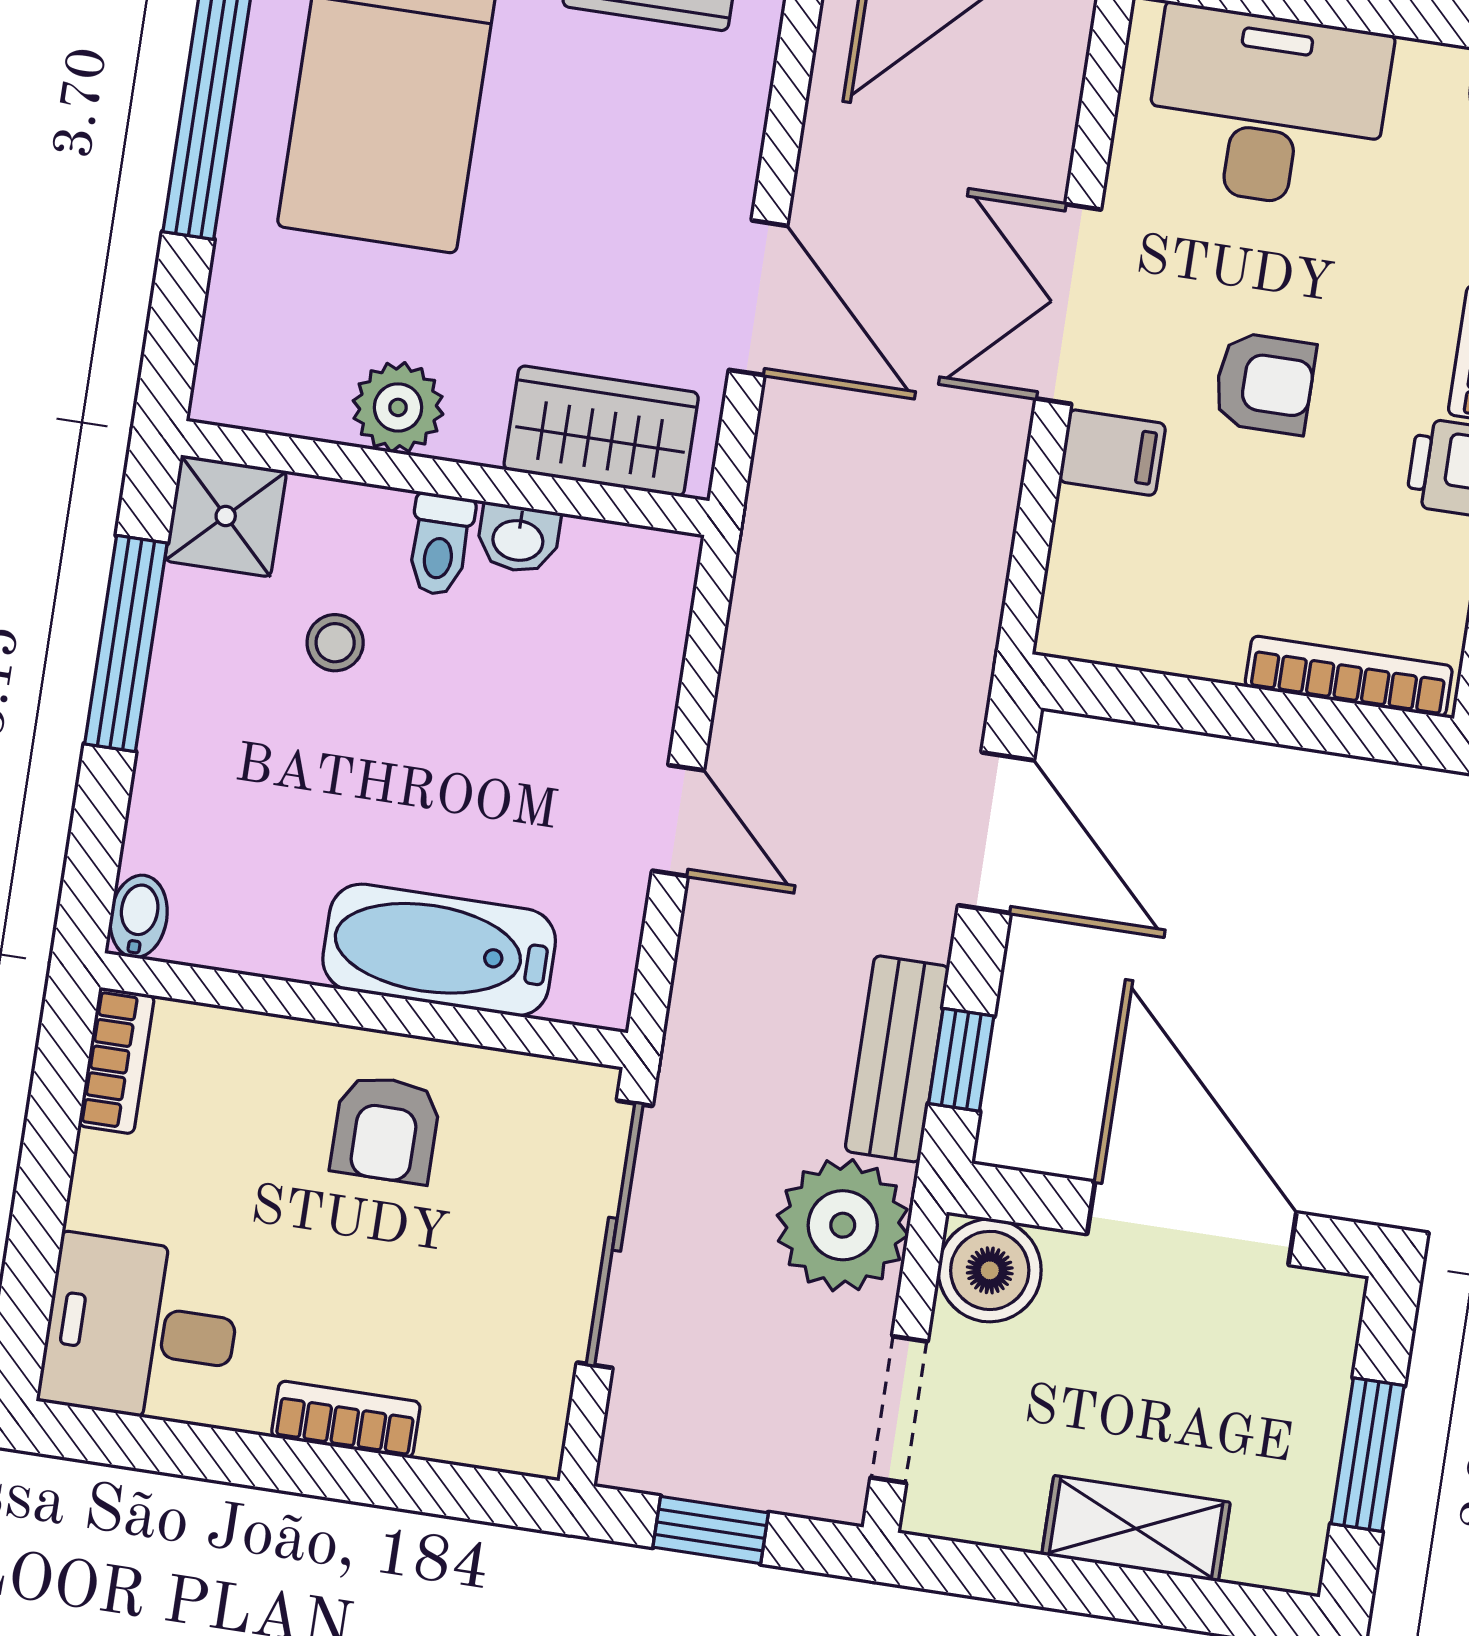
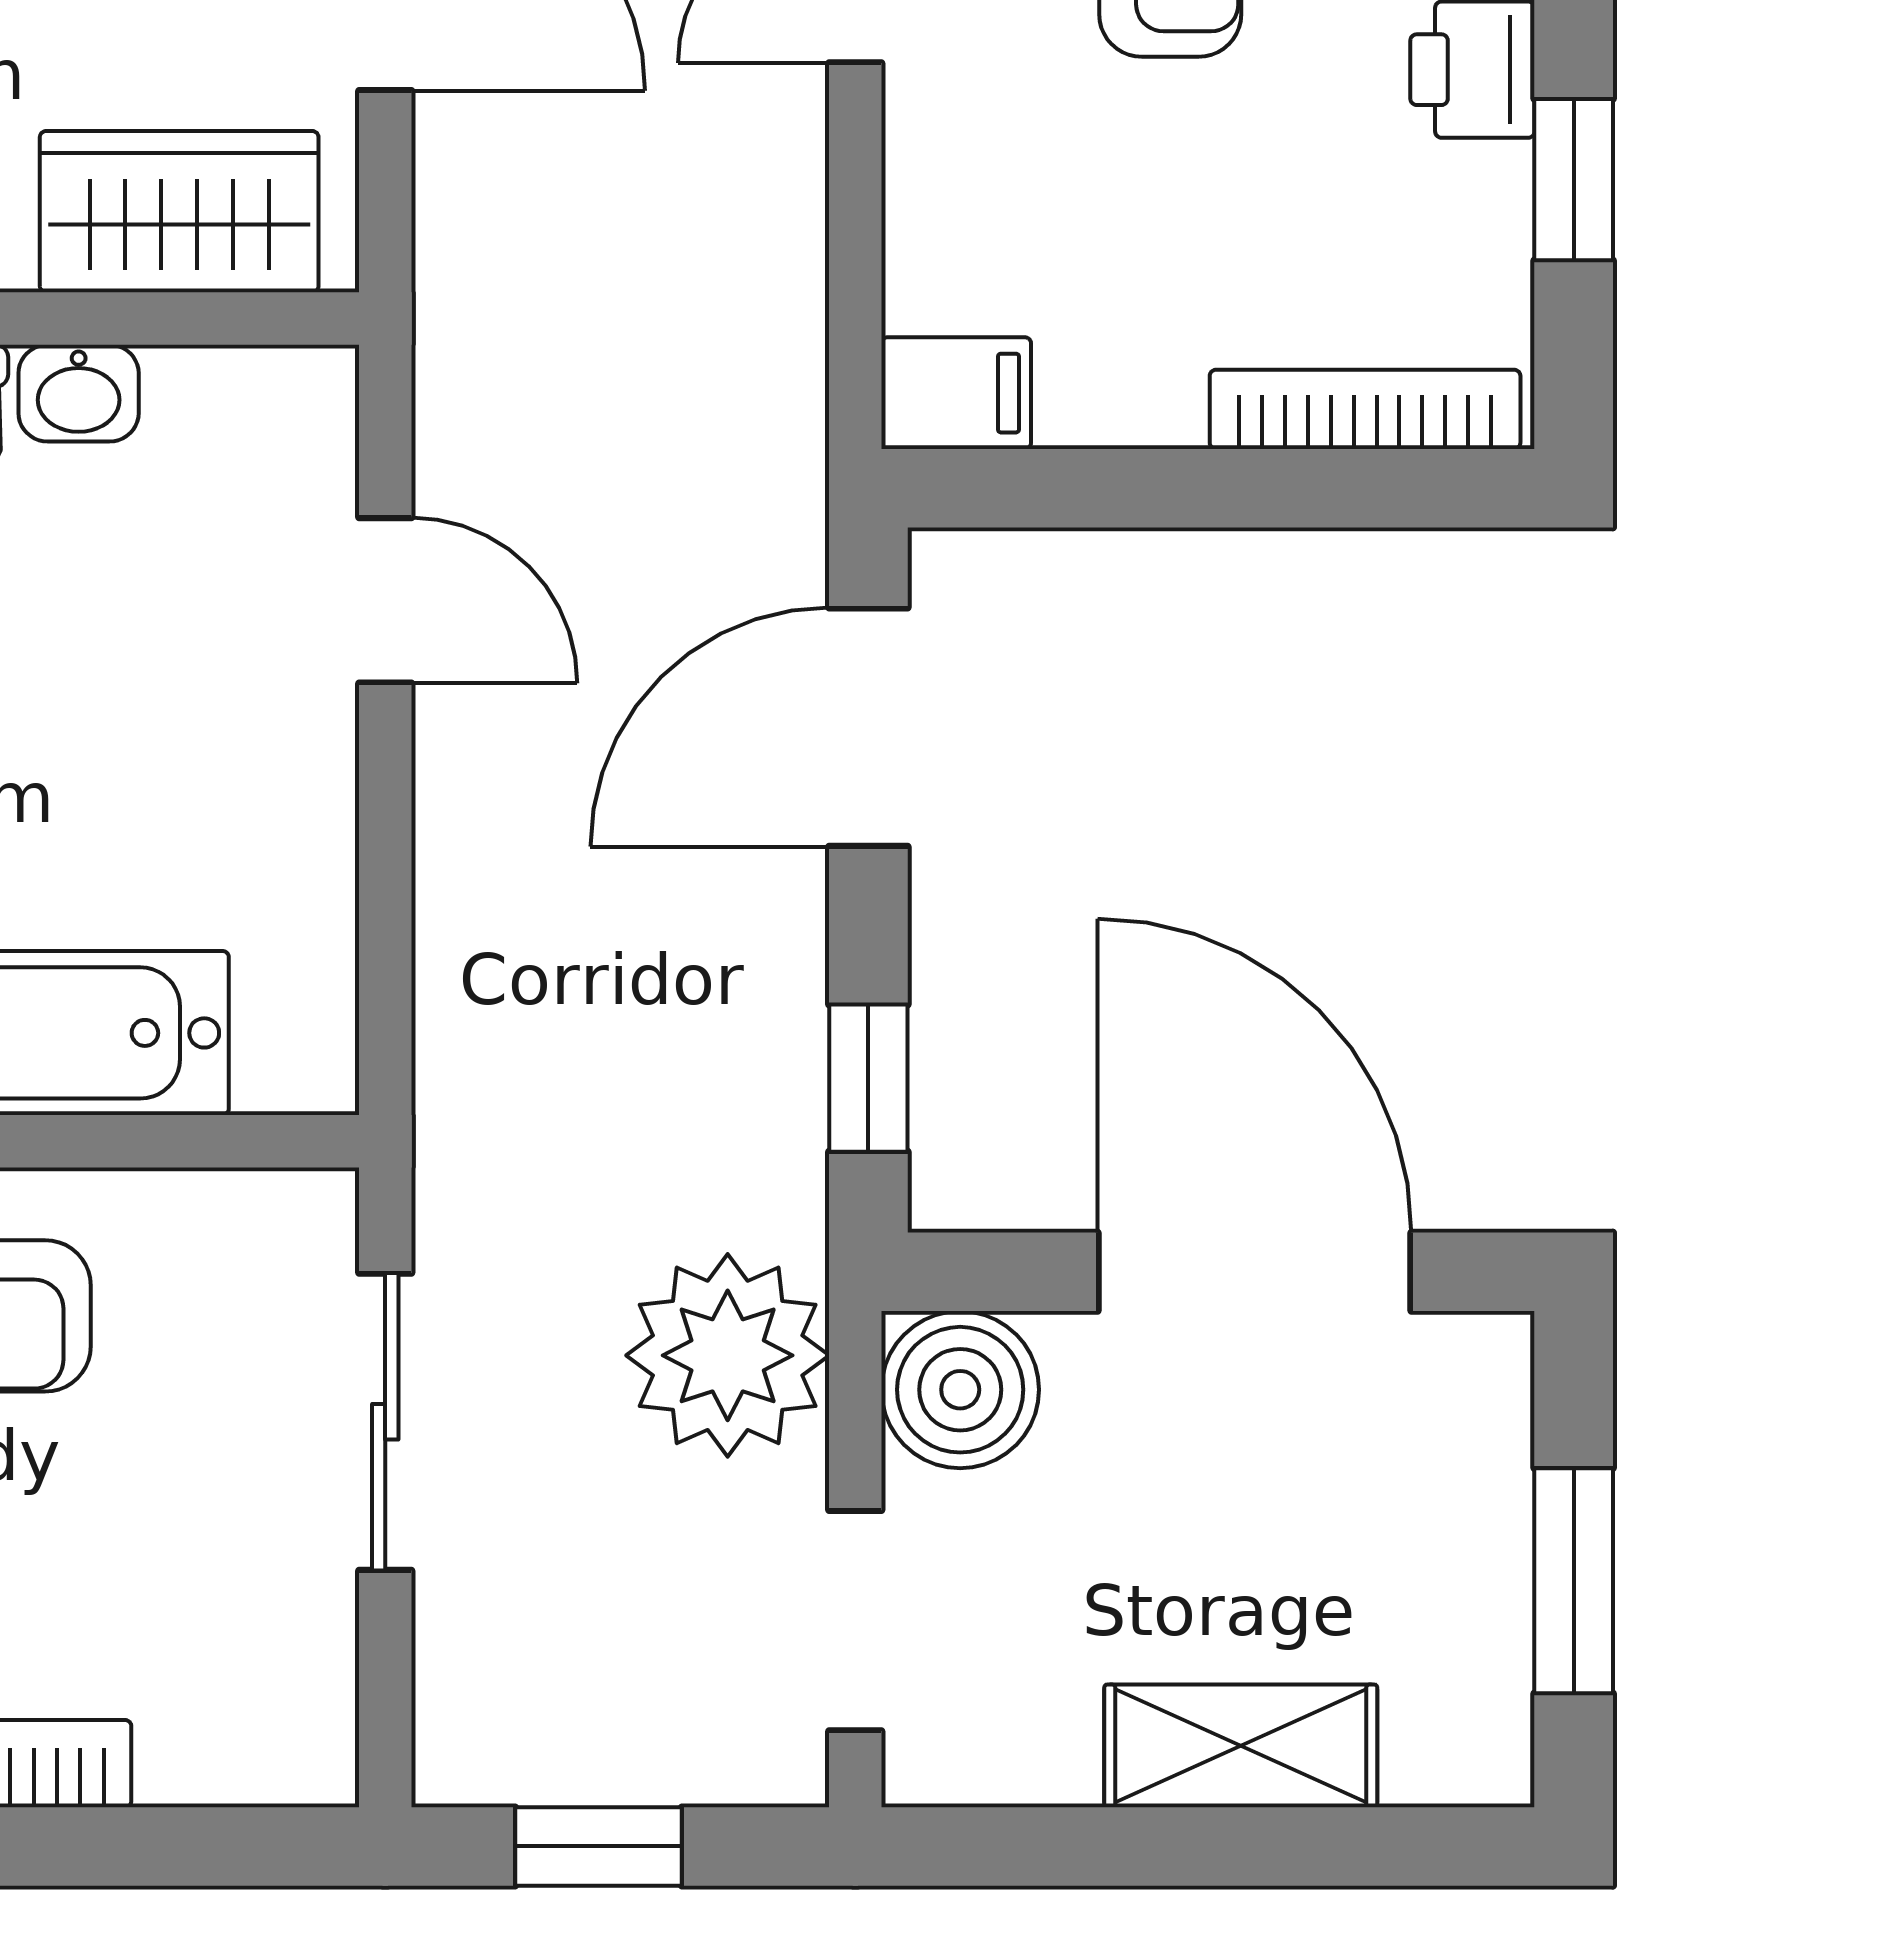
filing cabinet: (1112, 453) -> (956, 393), moved
door: (678, 821) -> (385, 600), moved
door: (996, 833) -> (868, 727), swing flipped
bench: (897, 1059) -> (771, 1092), removed
sliding door: (615, 1234) -> (385, 1422), width x0.73

